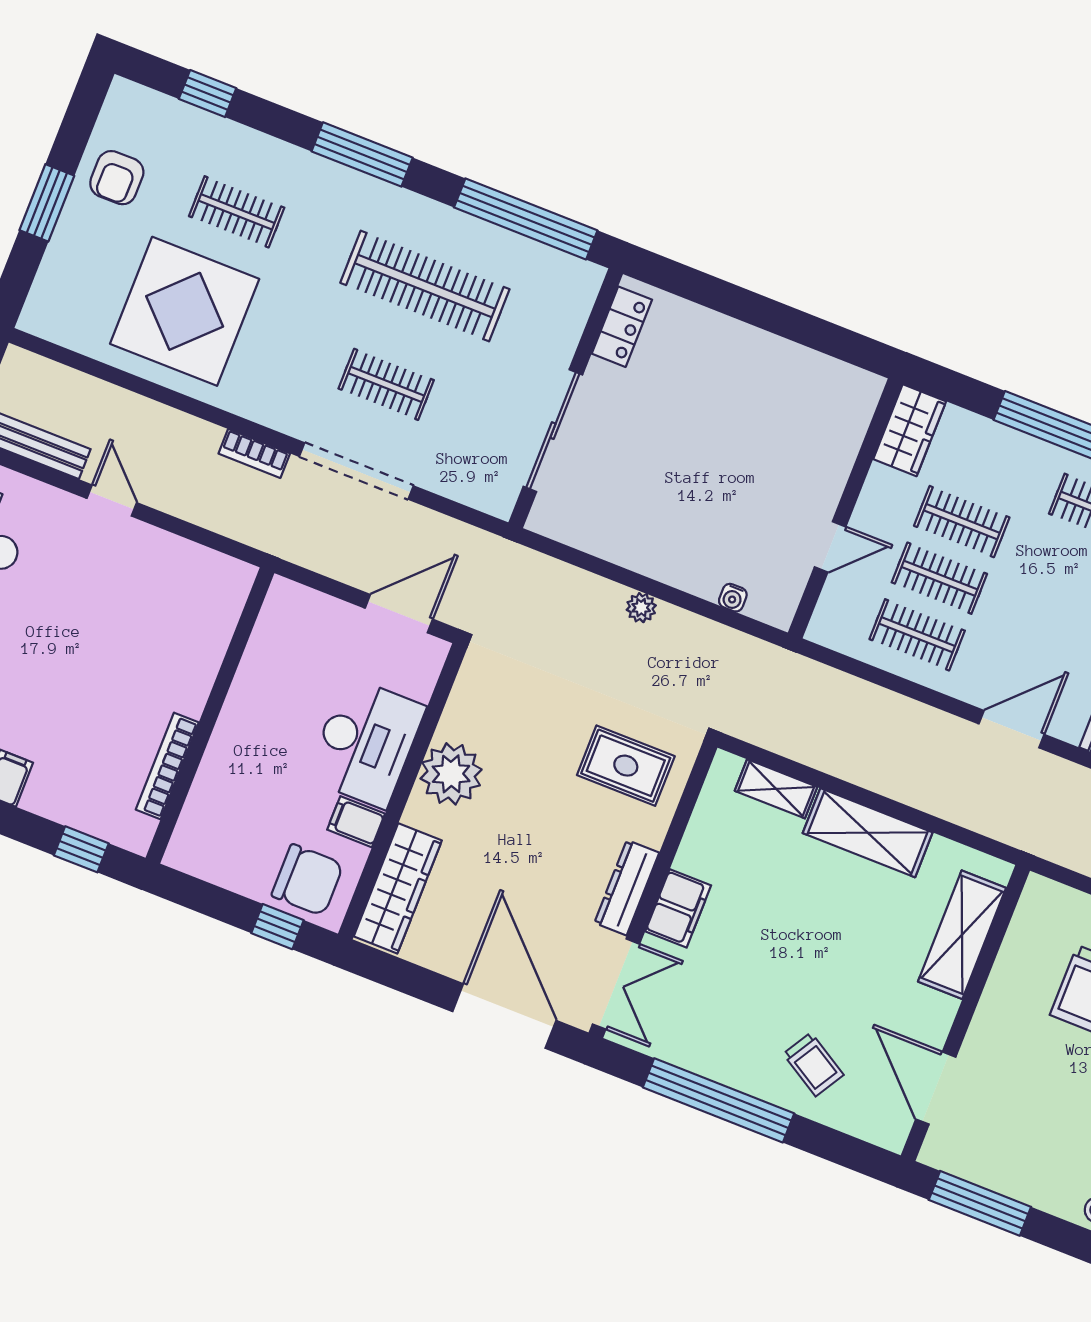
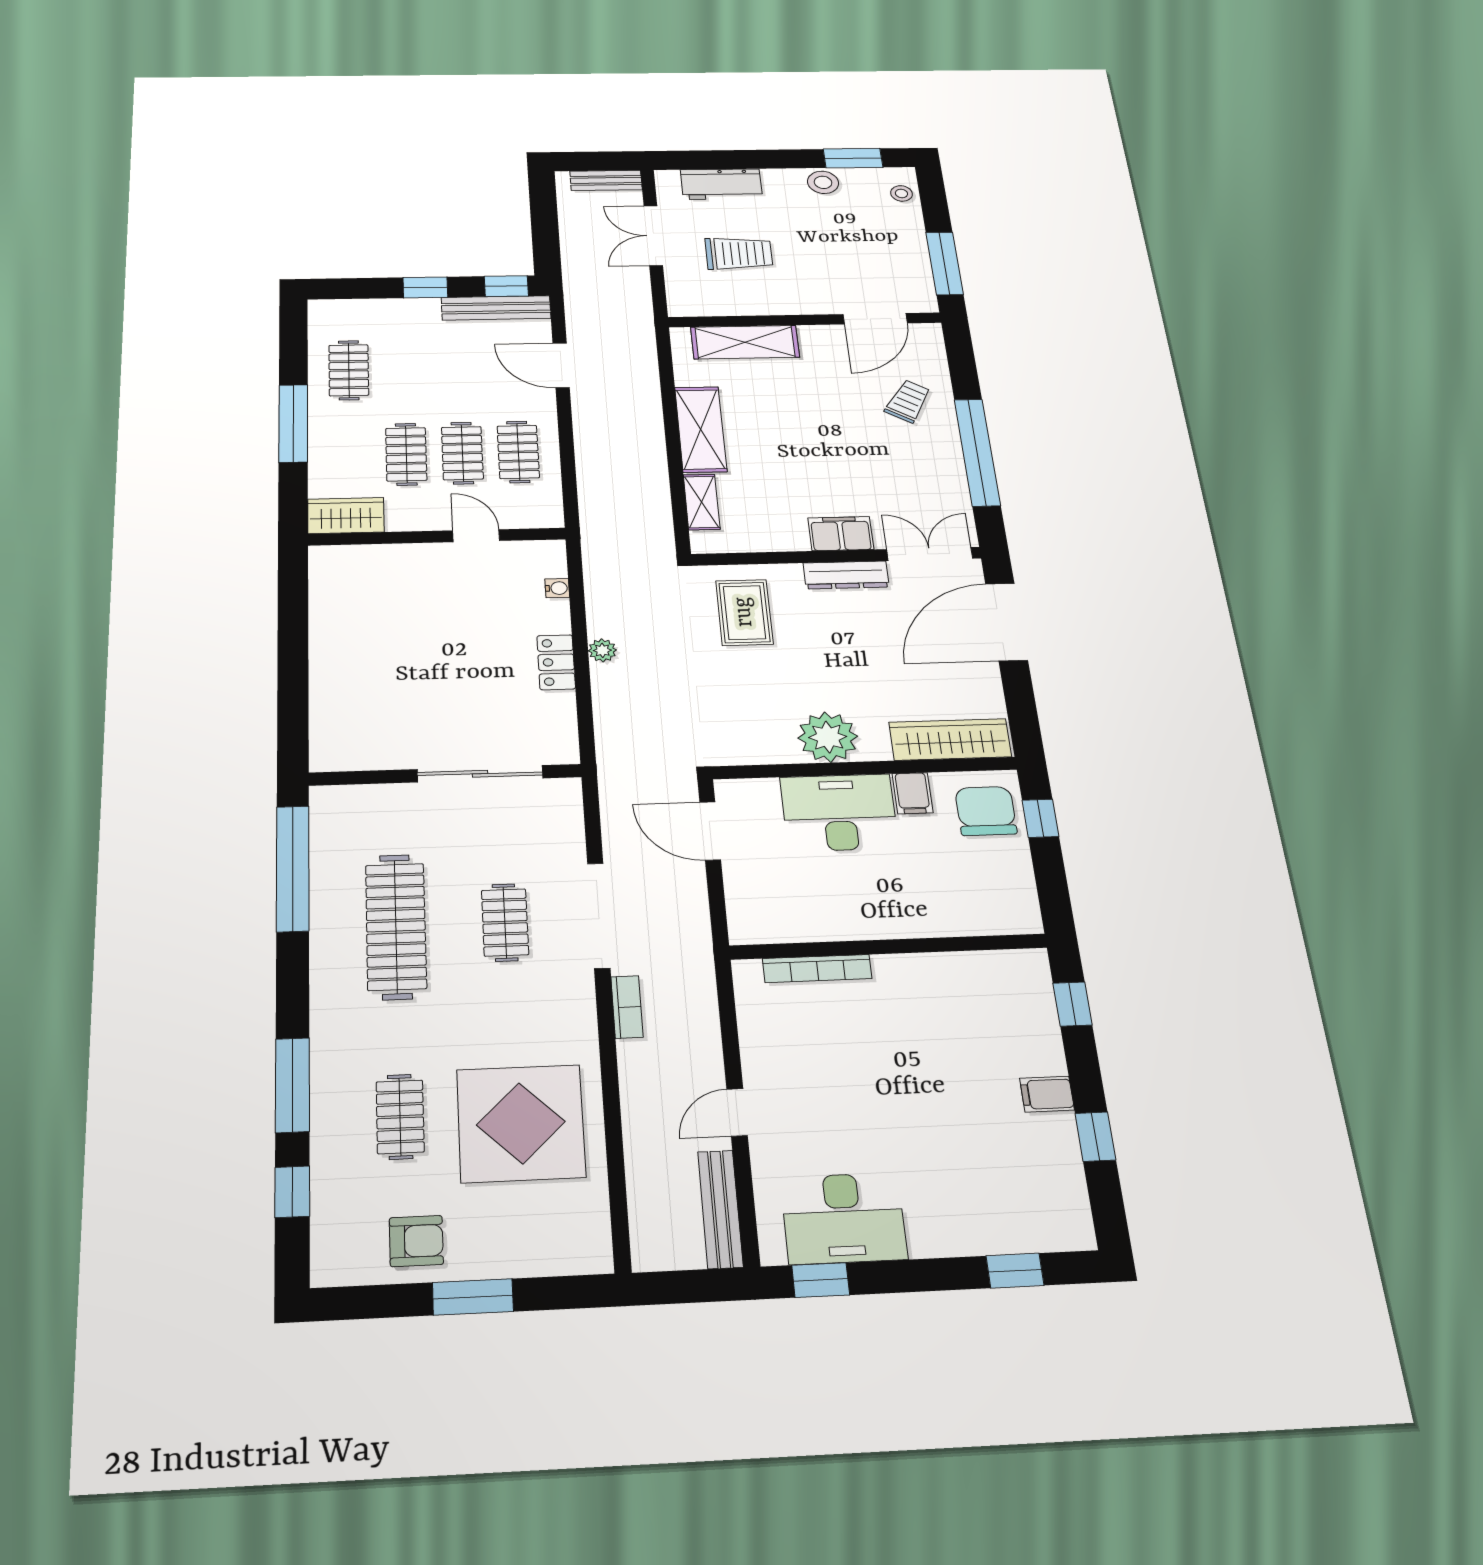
window: (362, 154) -> (292, 1085), moved
locker: (622, 327) -> (556, 662), moved, turned -90
bookcase: (167, 766) -> (817, 969), moved

